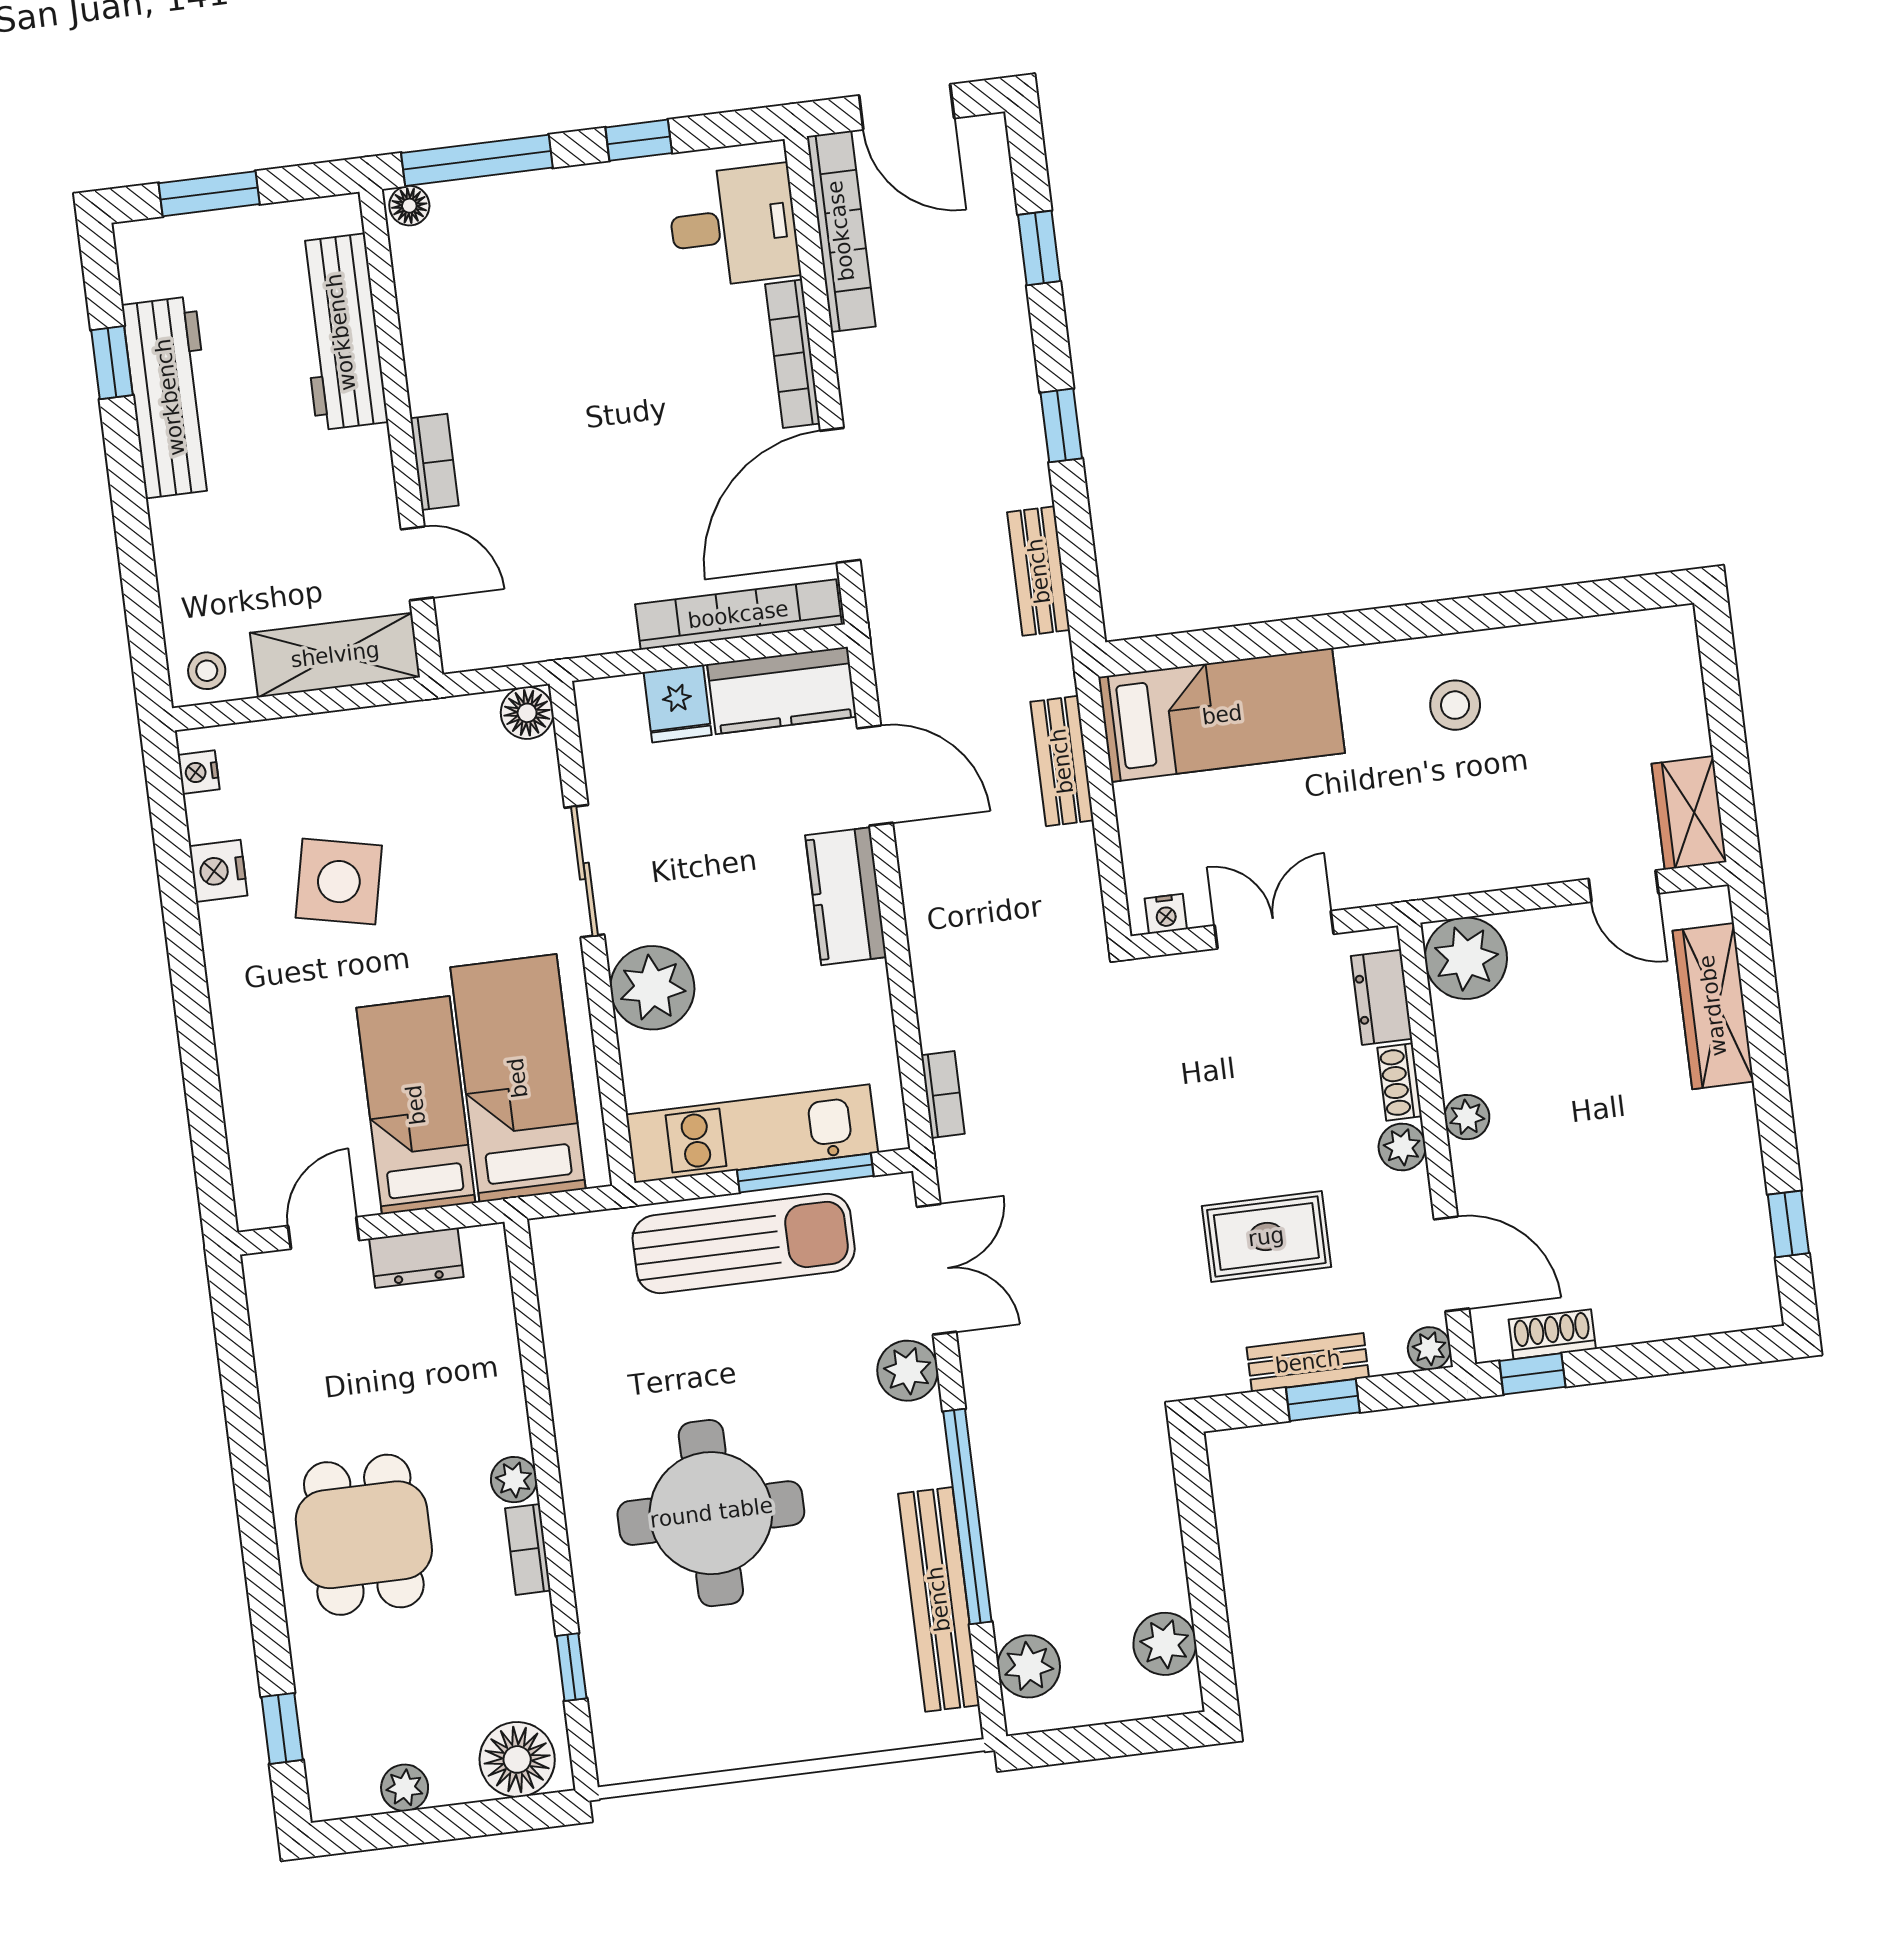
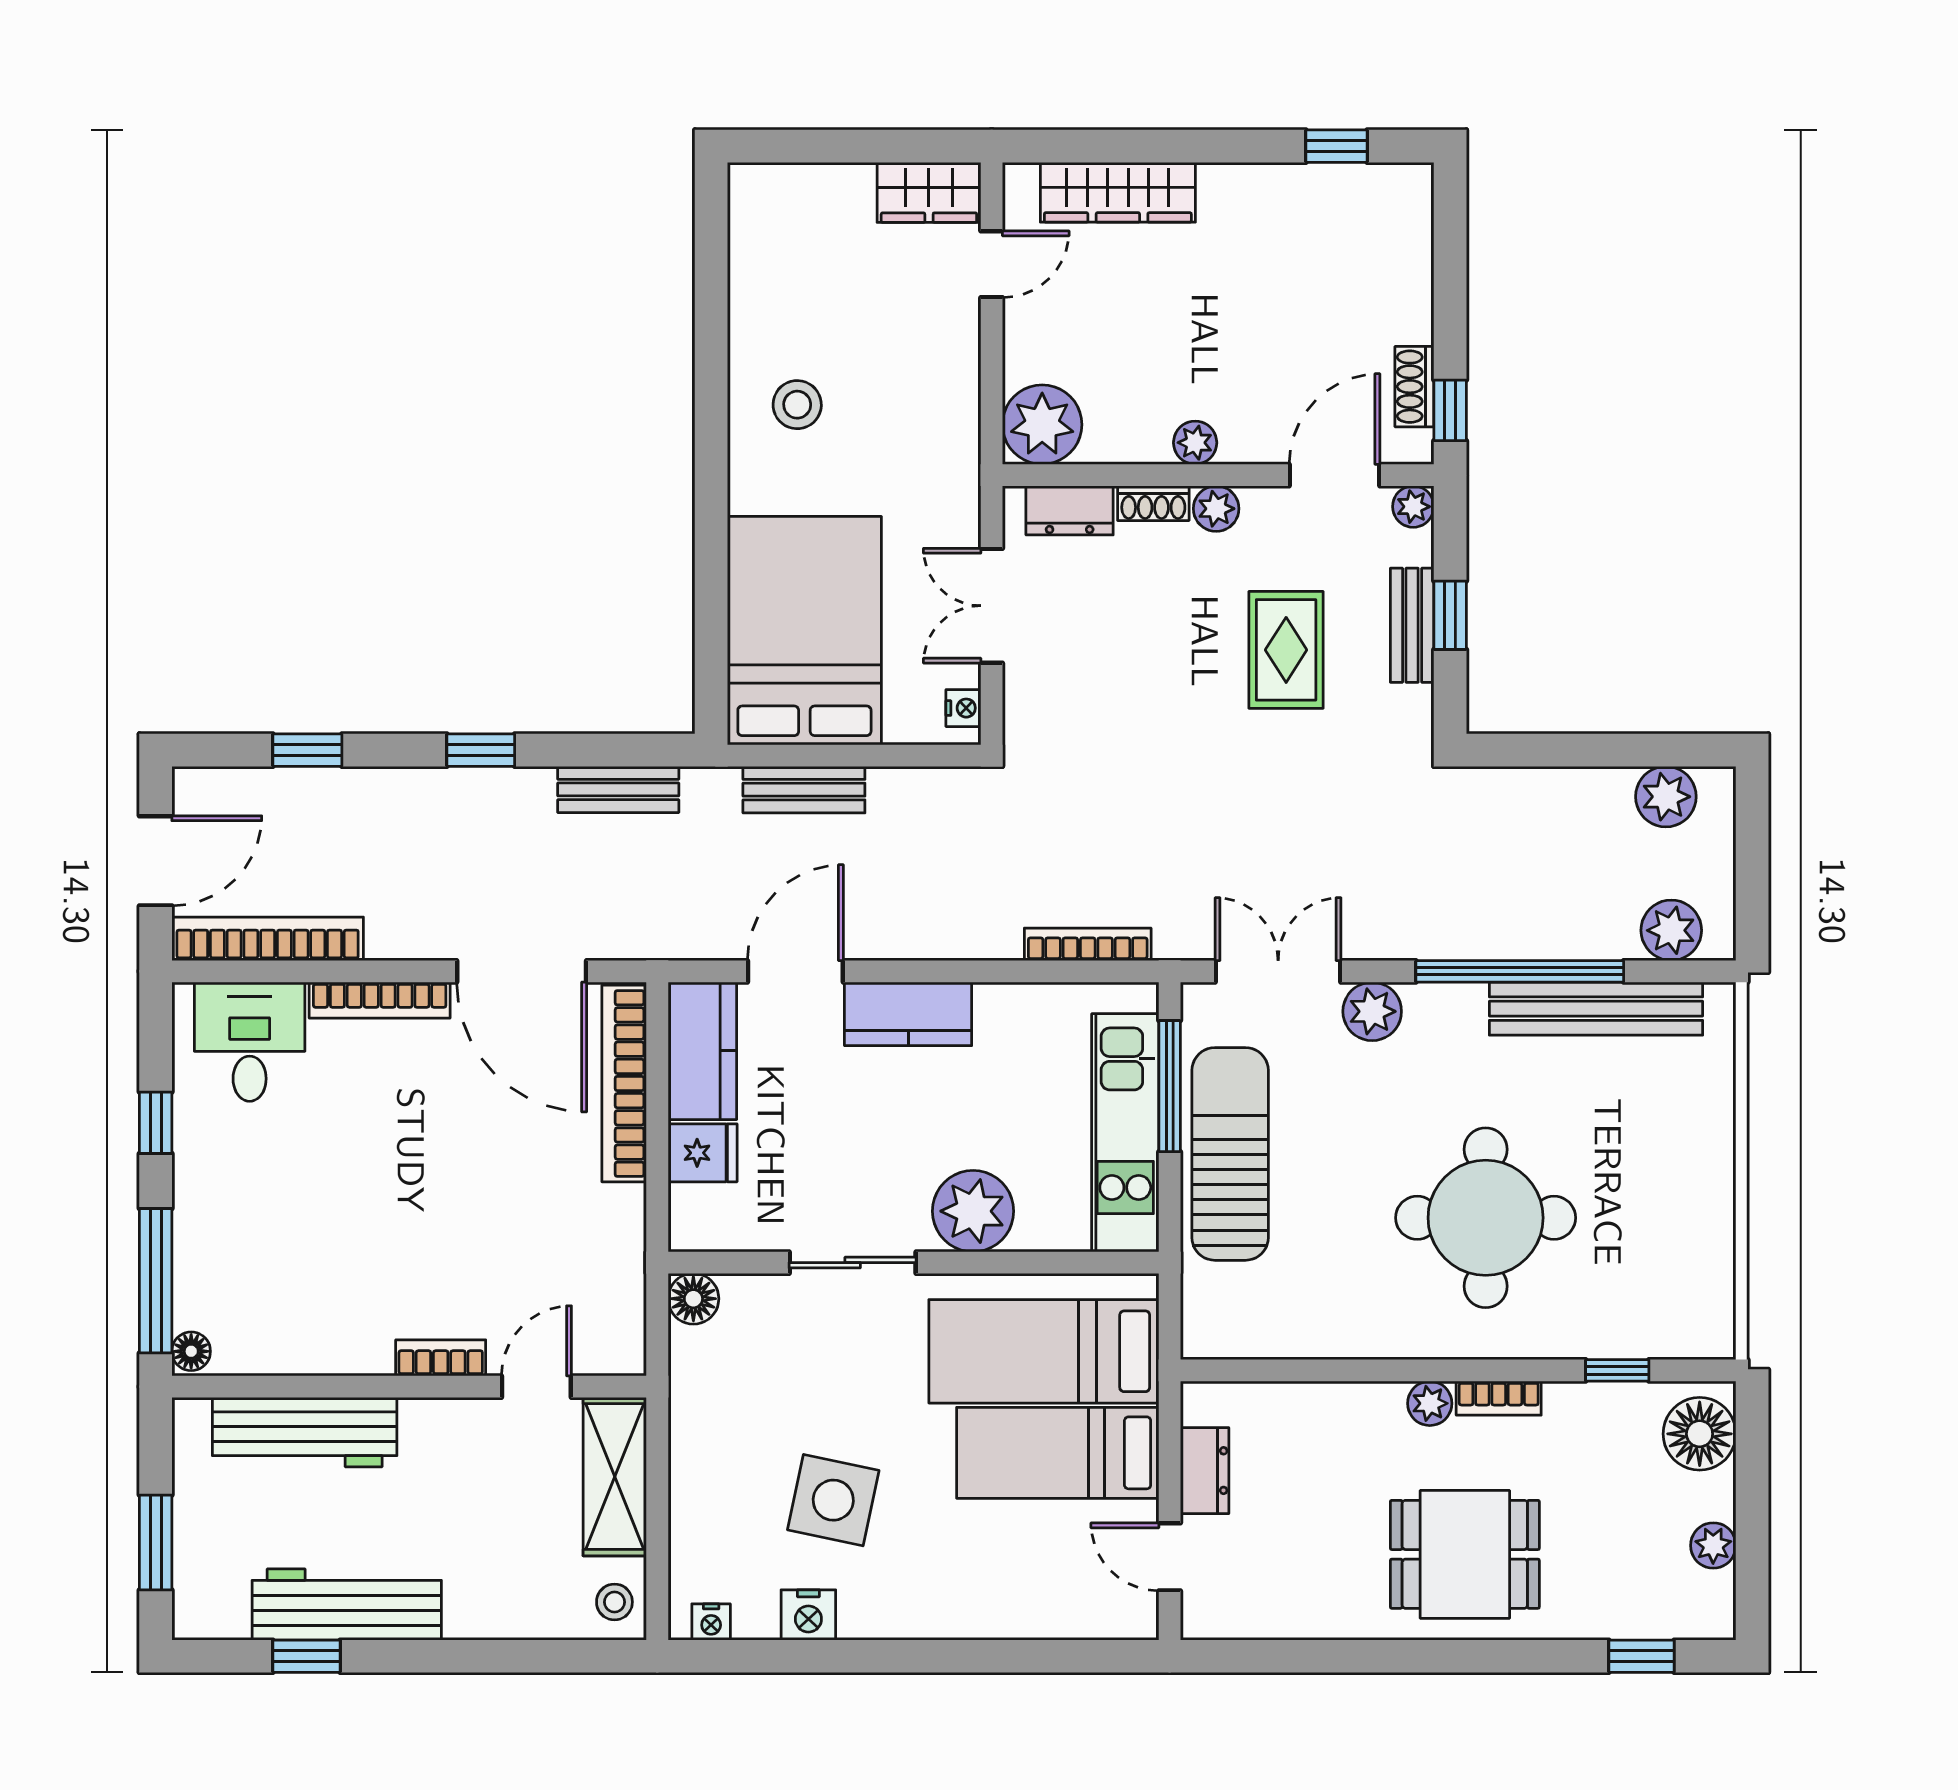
bed: (1222, 715) -> (804, 631), width x1.50
bookcase: (943, 1094) -> (1088, 944), width x1.56

